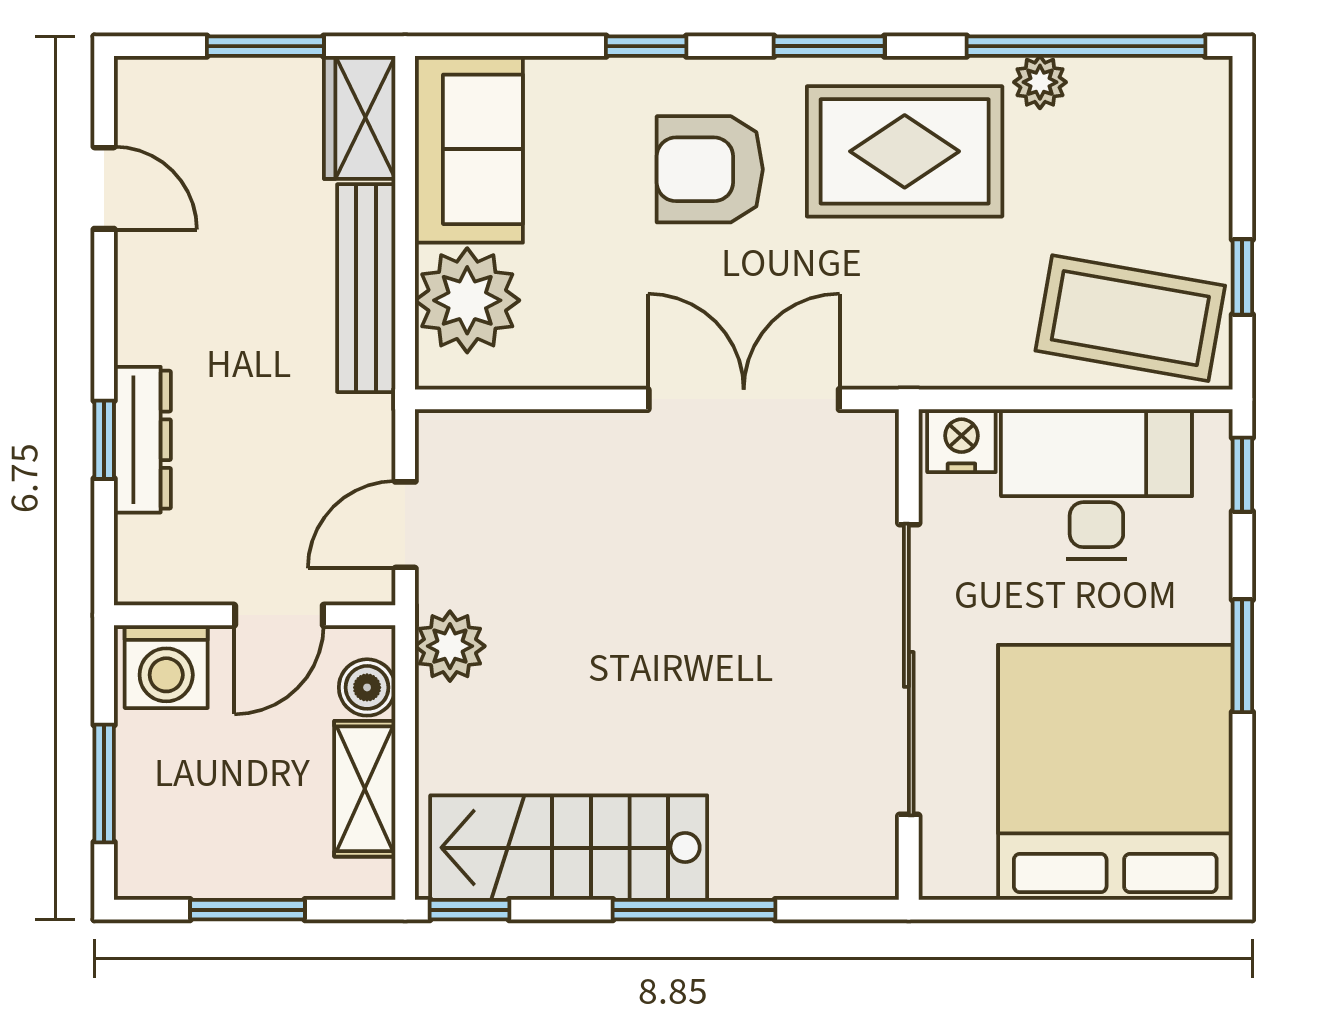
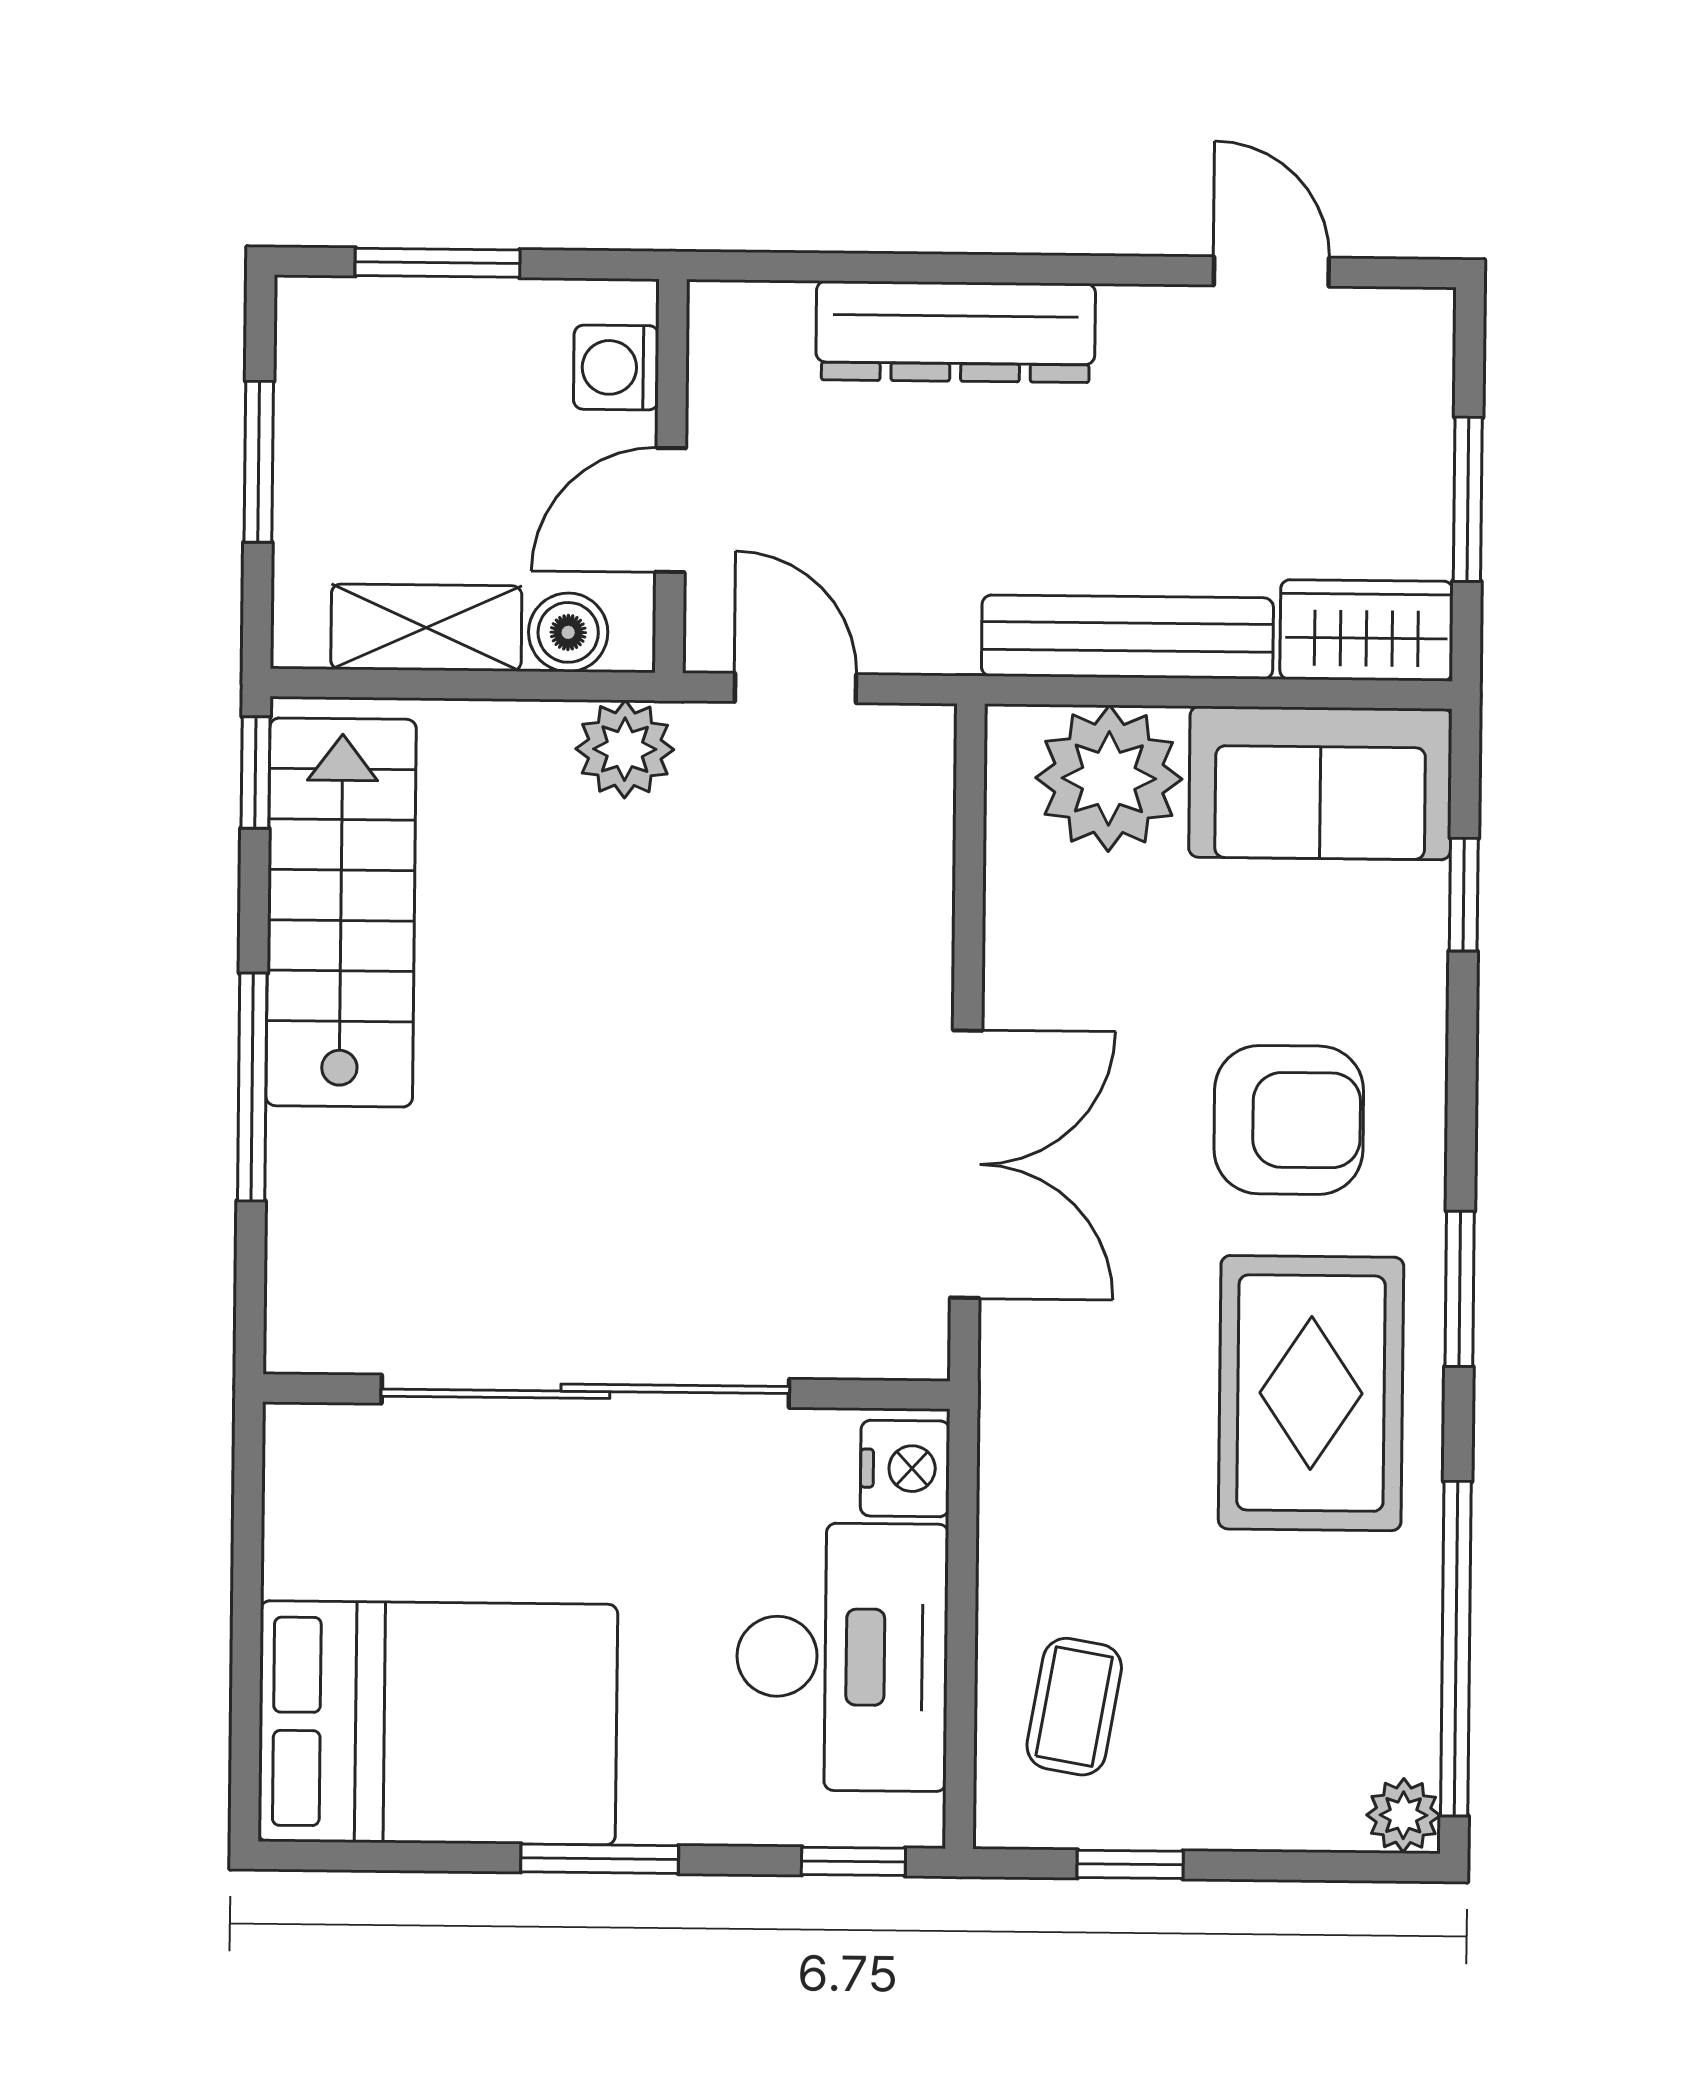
window: (646, 46) -> (1464, 895), moved
plant: (1040, 82) -> (1403, 1815), moved
armchair: (710, 169) -> (1289, 1120), turned 90
door: (104, 188) -> (1271, 272), swing flipped
coffee table: (1130, 318) -> (1074, 1707), width x0.54, depth x0.58
window: (104, 440) -> (919, 268), removed
dresser: (142, 440) -> (956, 332), width x1.37, depth x1.24
door: (279, 615) -> (671, 510), hinge flipped
washing machine: (166, 667) -> (616, 367), width x0.73, depth x0.73
bed: (1115, 772) -> (438, 1723), width x0.73

